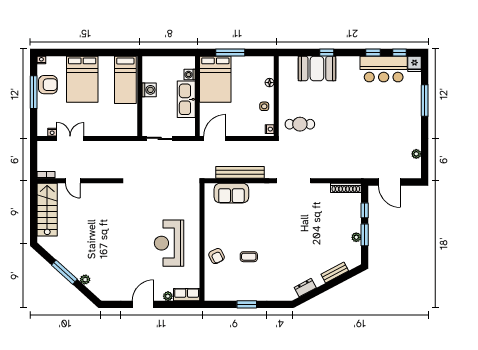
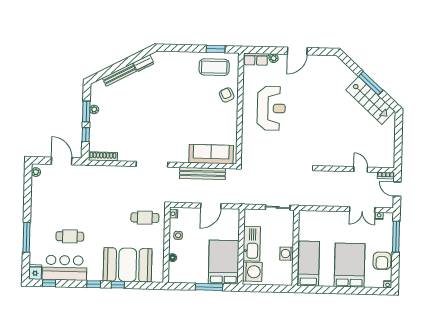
window: (373, 52) -> (94, 284), moved
booth: (317, 68) -> (128, 265), width x1.36, depth x1.42
washing machine: (190, 75) -> (252, 272), width x1.89, depth x1.89
armchair: (48, 85) -> (382, 261), turned -90
window: (34, 92) -> (396, 237), moved
cafe table: (379, 102) -> (70, 236), added
door: (215, 138) -> (211, 206), moved
plant: (416, 154) -> (36, 172), moved
door: (34, 161) -> (397, 189), added
sofa: (231, 193) -> (211, 154), width x1.36
stairs: (47, 210) -> (370, 100), moved, turned -48
coffee table: (249, 257) -> (214, 67), moved, width x1.86, depth x1.72
bench: (335, 272) -> (119, 75), width x1.36
plant: (85, 280) -> (351, 76), removed
window: (247, 304) -> (216, 49), moved

